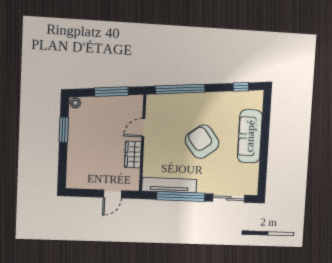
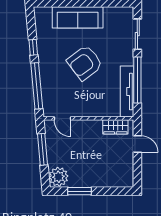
window: (241, 87) -> (33, 47), moved
plant: (75, 103) -> (59, 177), width x1.87, depth x1.87
door: (143, 128) -> (62, 118), moved
wardrobe: (133, 154) -> (115, 127), moved

